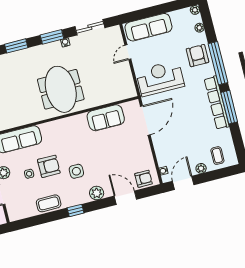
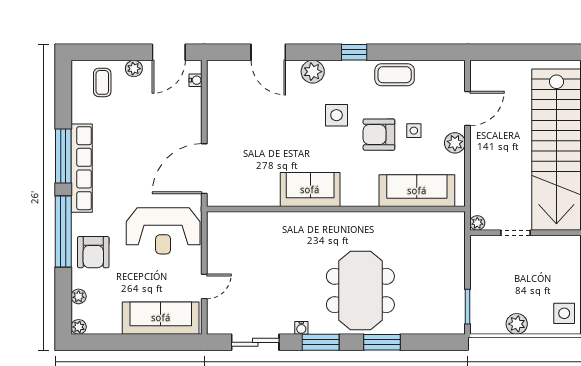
meeting table: (61, 89) -> (360, 291), moved
sofa: (106, 118) -> (310, 190), moved
armchair: (144, 179) -> (231, 75), removed

